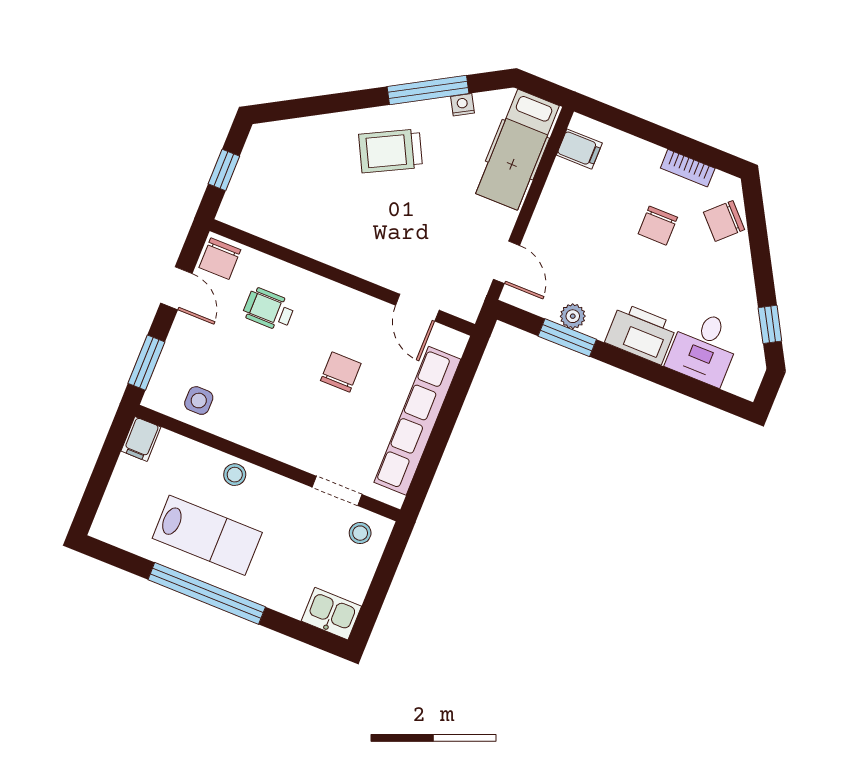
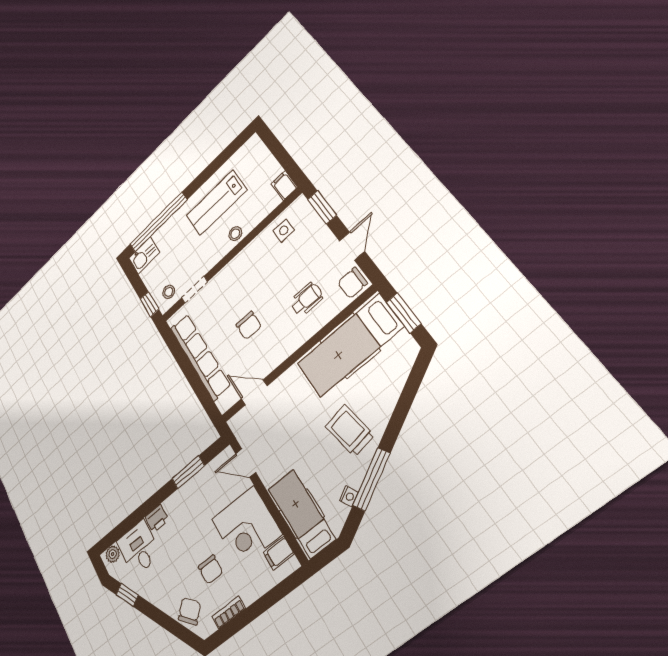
trolley: (391, 151) -> (350, 431), turned -73
window: (224, 170) -> (404, 313), width x1.50
corner desk: (578, 211) -> (246, 527), added
hospital bed: (295, 214) -> (350, 346), added
chair: (658, 226) -> (211, 569), turned 180
chair: (220, 259) -> (352, 283), turned -90
door: (176, 288) -> (352, 246), swing flipped
plant: (573, 316) -> (113, 554), moved
printer: (641, 333) -> (157, 519), width x0.53, depth x0.68
window: (392, 555) -> (150, 304), added
window: (207, 593) -> (158, 222), moved

